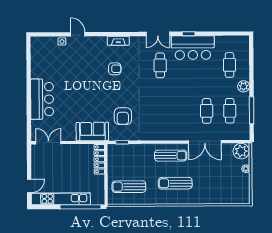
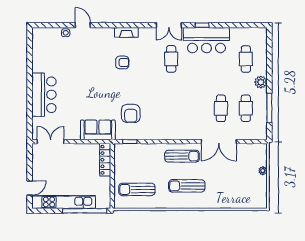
plant: (241, 151) -> (258, 152), removed

